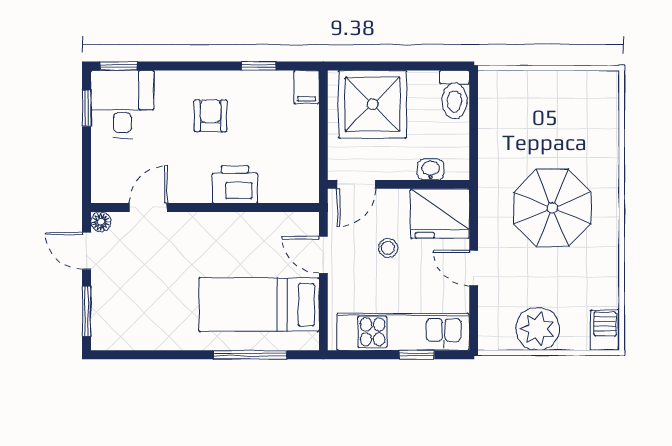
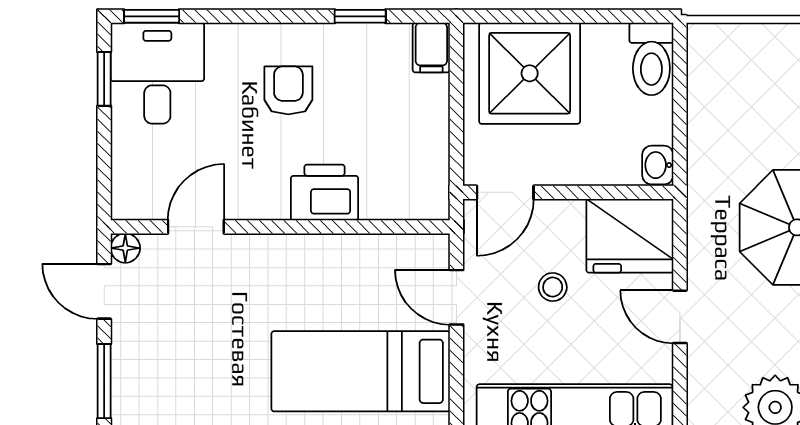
washbasin: (431, 170) -> (658, 165), moved, turned -90

